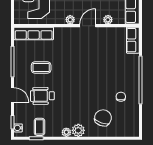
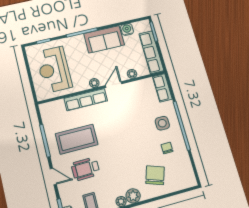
row of seats: (34, 33) -> (86, 100), moved
coffee table: (41, 67) -> (77, 139), width x1.86, depth x1.72
side table: (123, 73) -> (162, 123), added

